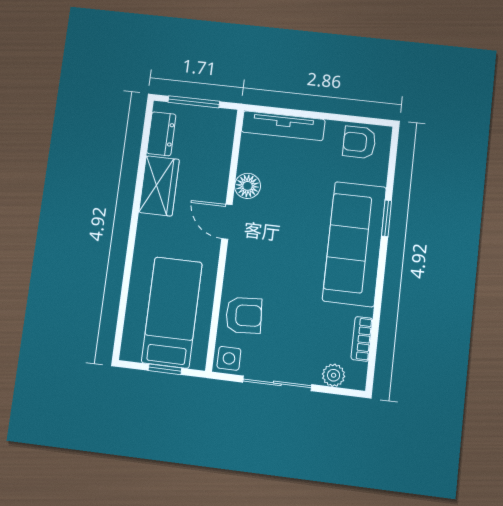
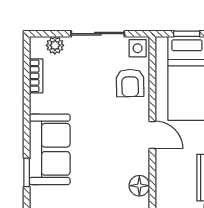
door: (227, 222) -> (152, 135), moved
sofa: (354, 244) -> (50, 149), width x0.73
armchair: (244, 315) -> (130, 83), turned -87

